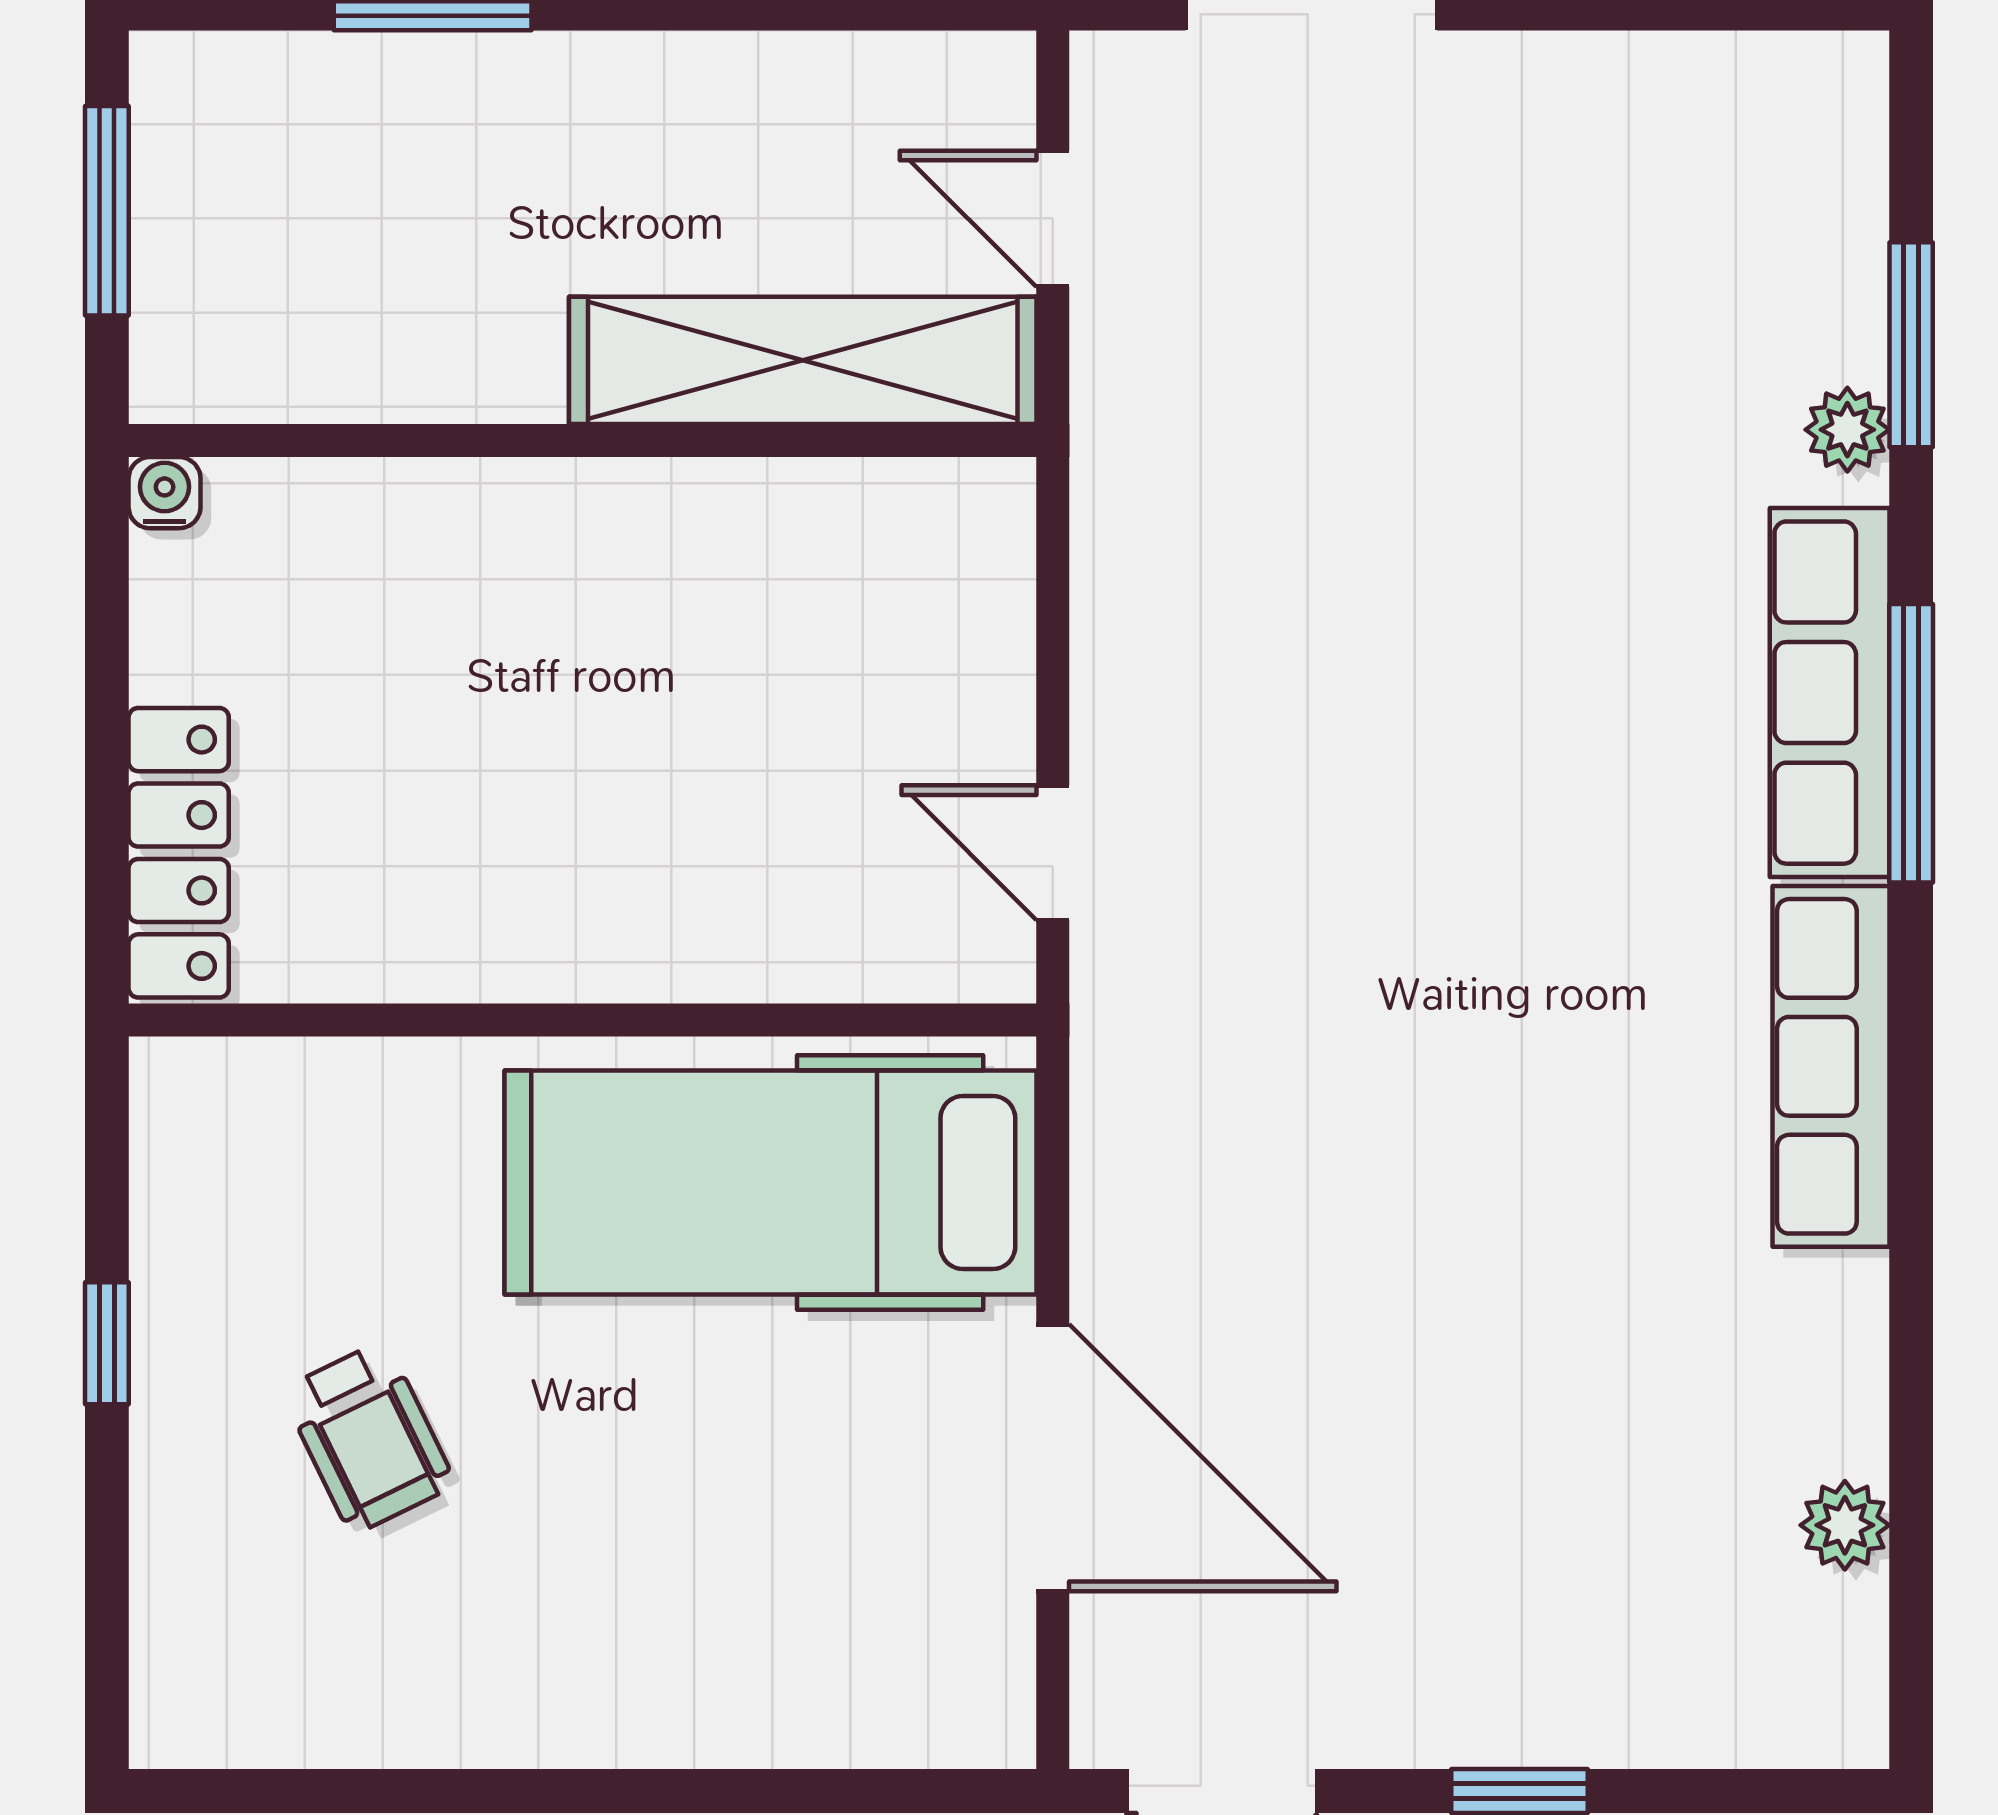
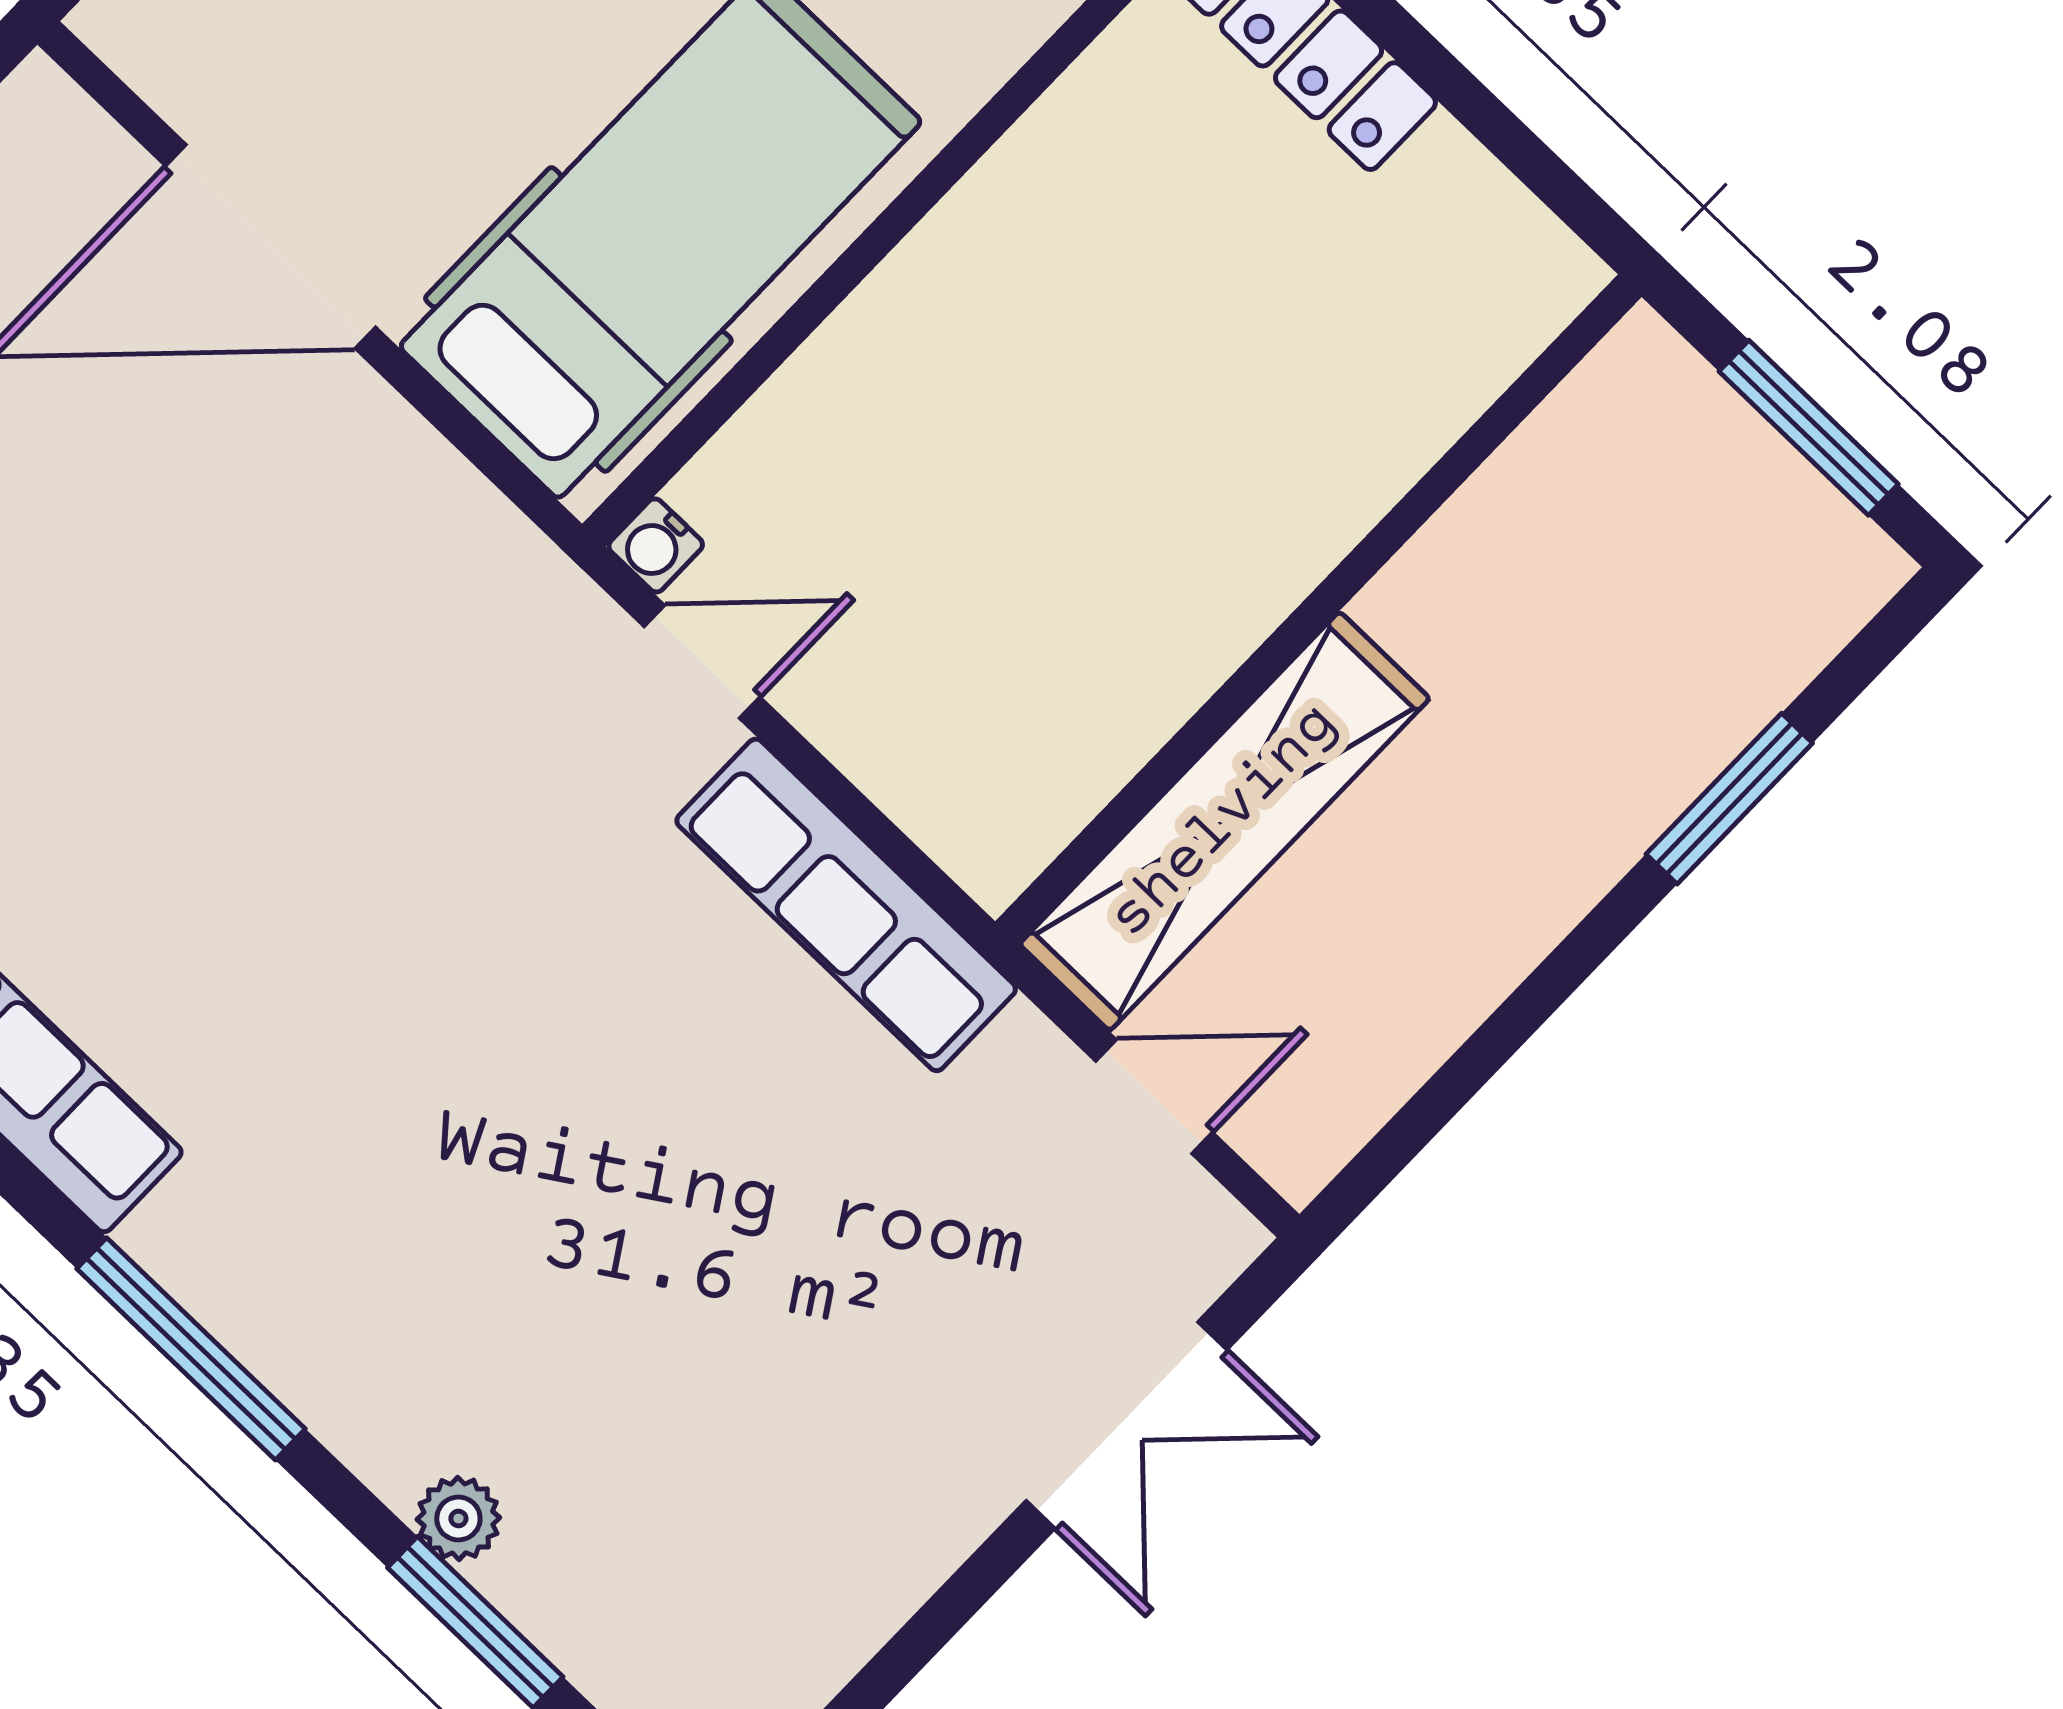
water cooler: (165, 493) -> (656, 545), moved, turned 90
row of seats: (1830, 693) -> (846, 905), moved, turned 180

